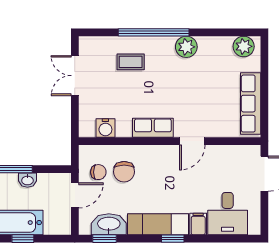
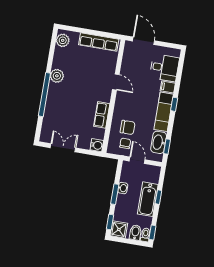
coffee table: (131, 62) -> (60, 112), removed
double door: (75, 76) -> (63, 148), swing flipped
water cooler: (105, 128) -> (97, 145), moved
row of seats: (153, 128) -> (102, 115), moved

